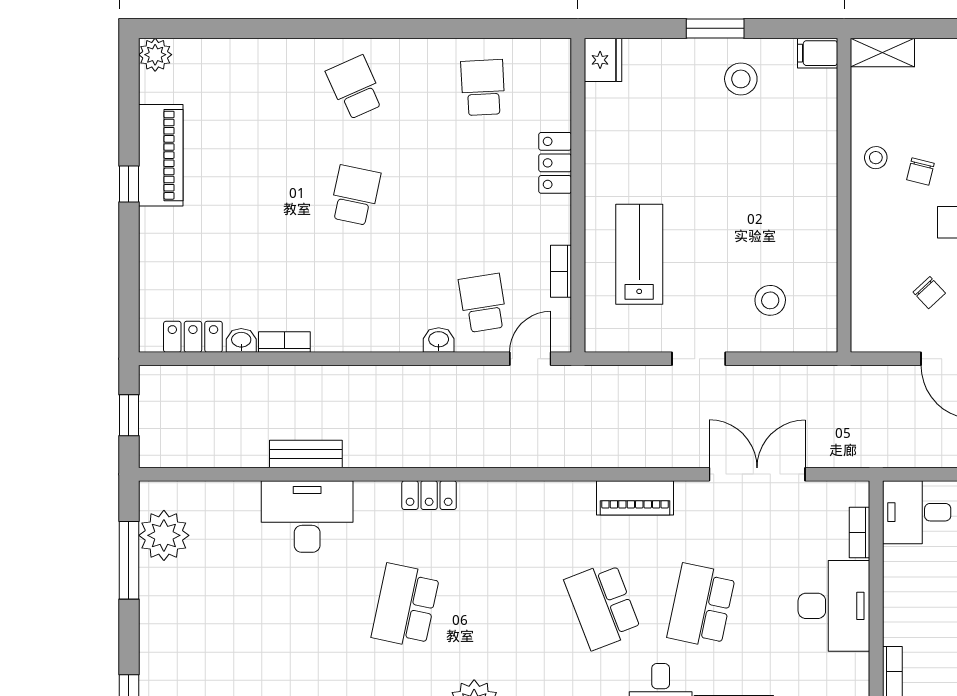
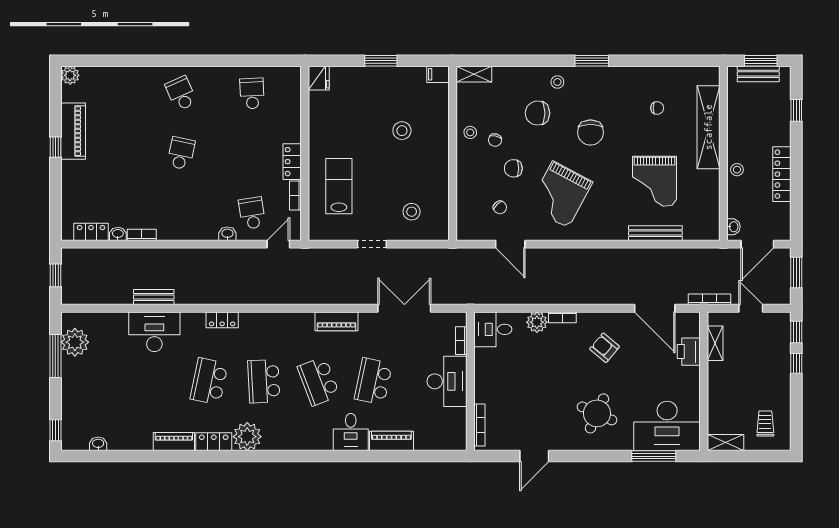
stool: (741, 79) -> (402, 131), moved
locker: (555, 163) -> (292, 162), moved
school desk: (504, 606) -> (264, 381), added

